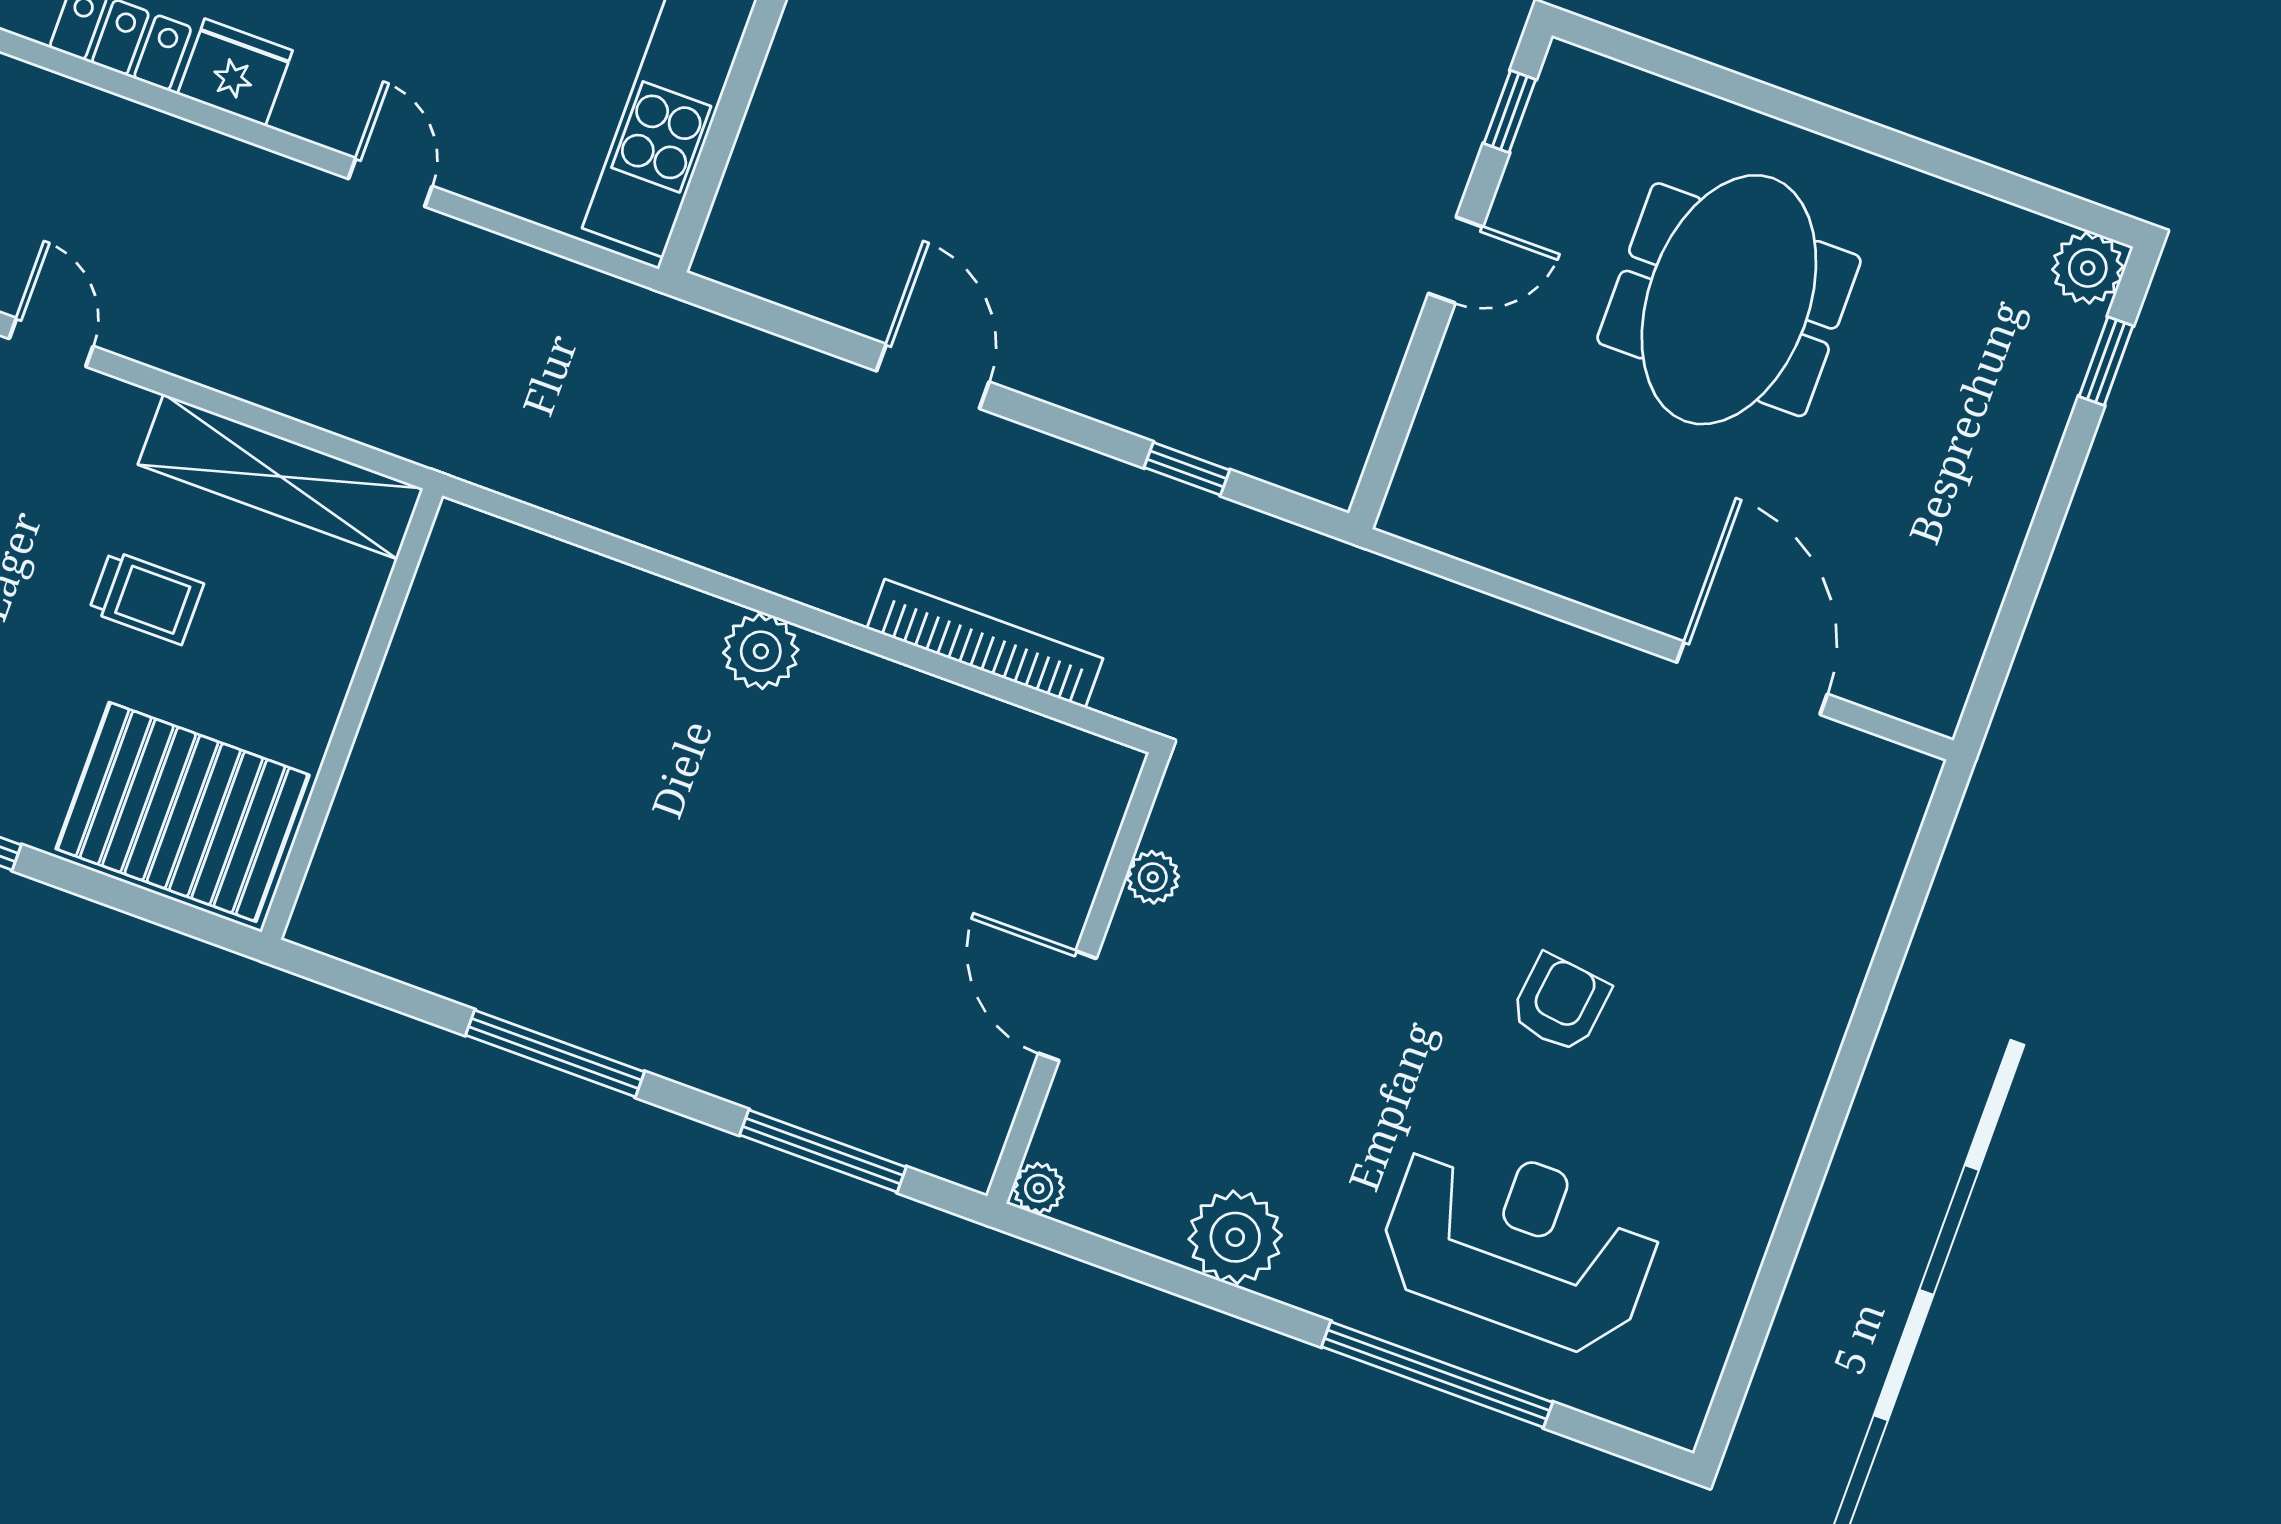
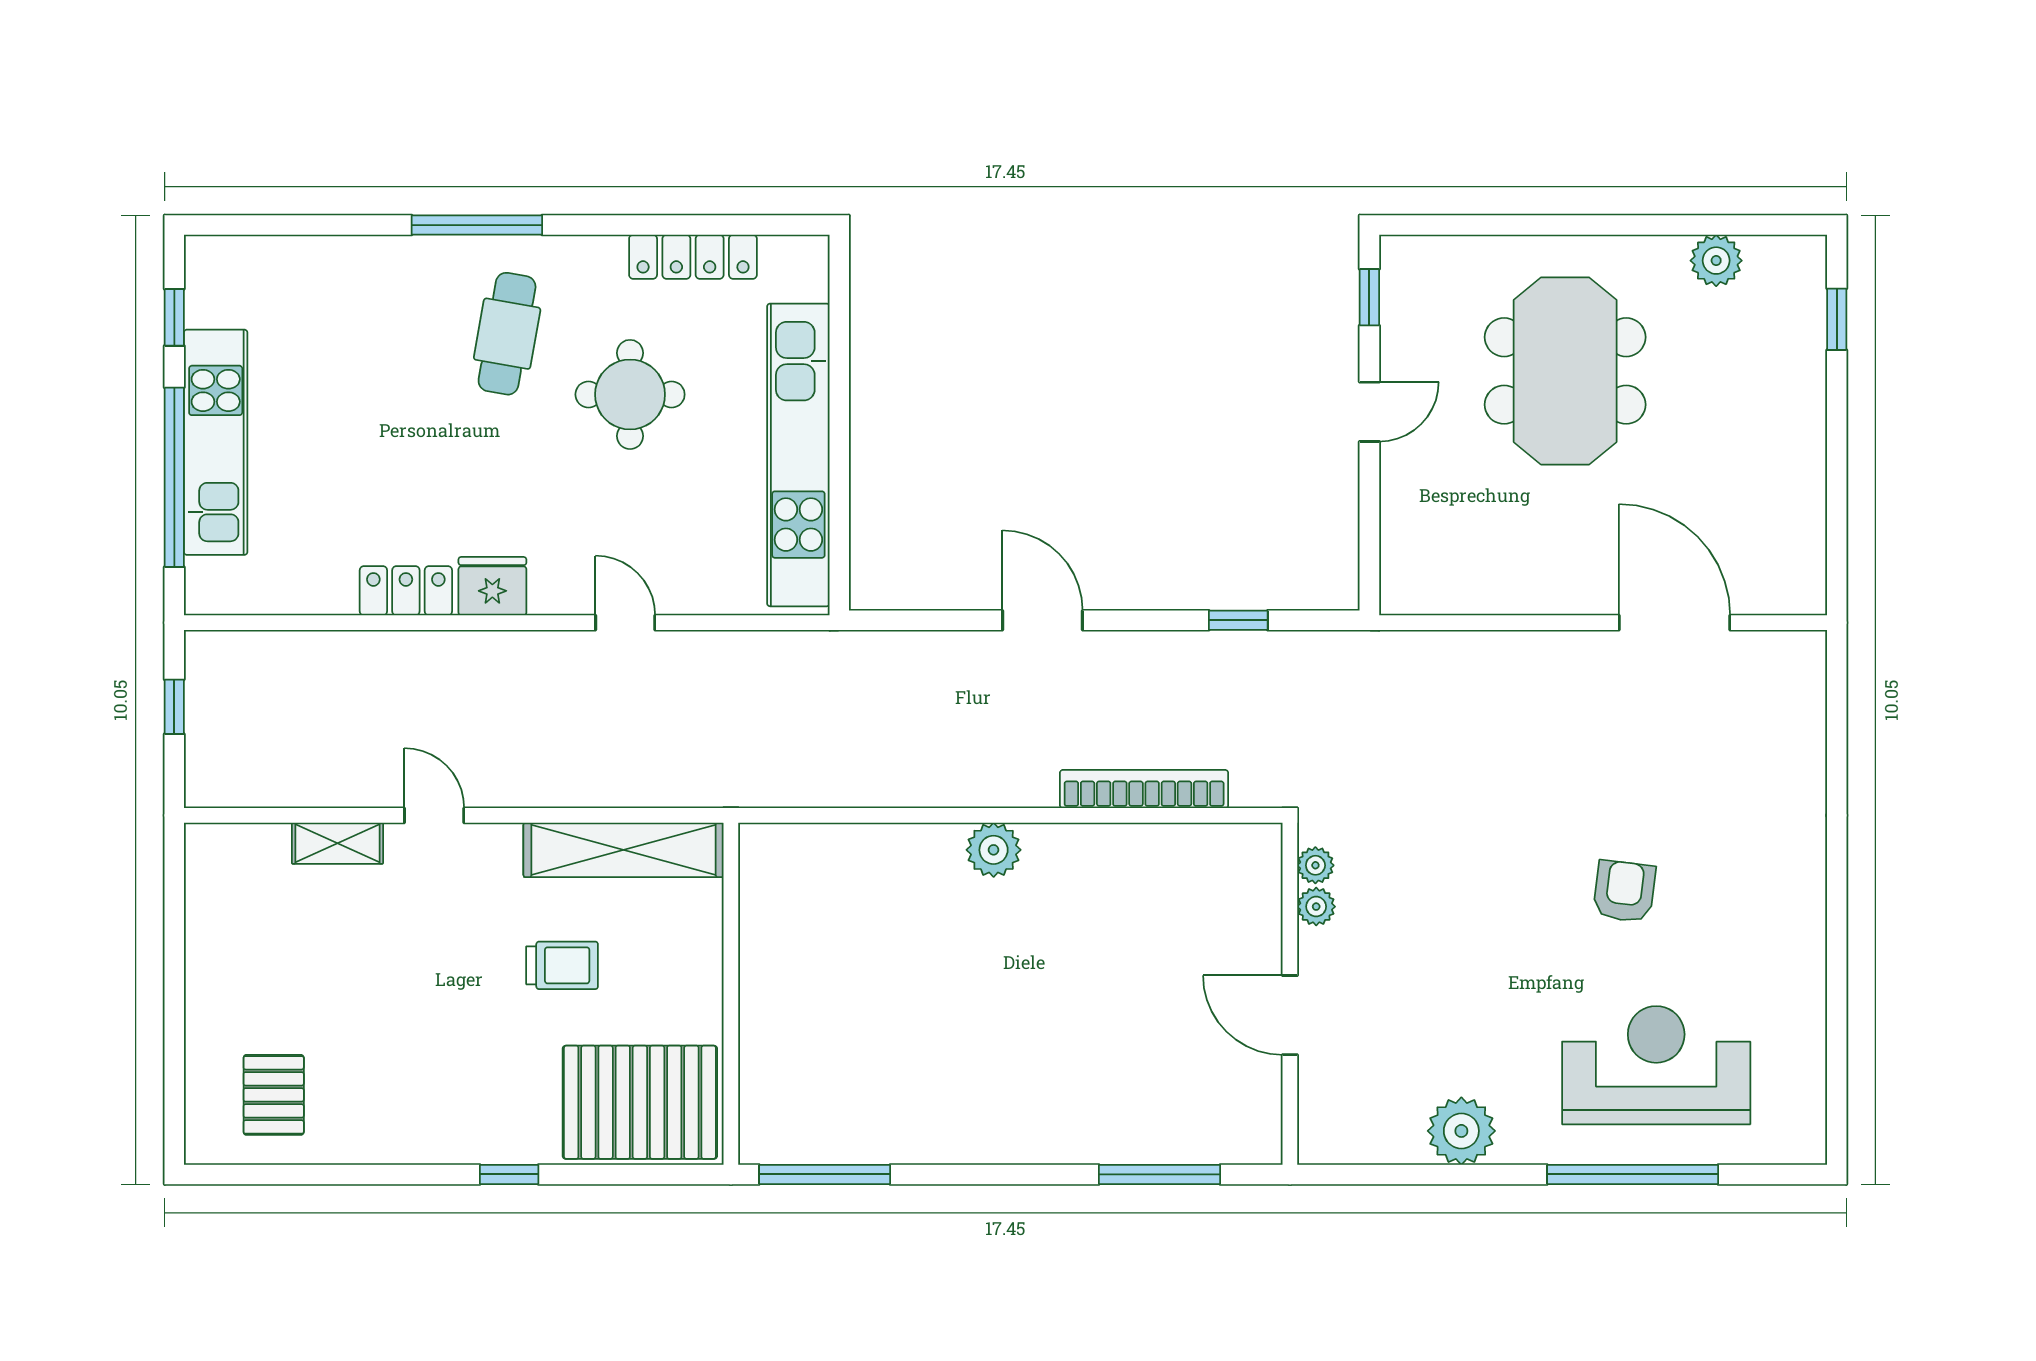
plant: (2088, 268) -> (1716, 261), moved
window: (555, 1053) -> (825, 1174), moved
plant: (1039, 1188) -> (1315, 865), moved

